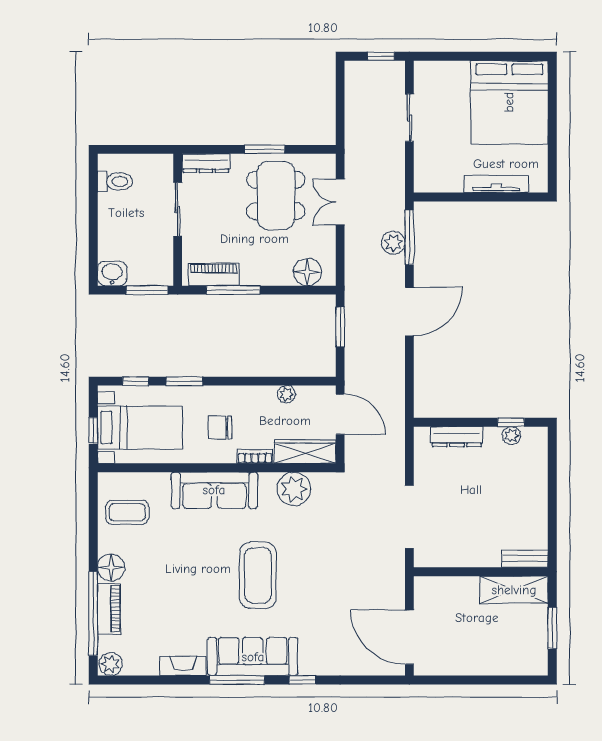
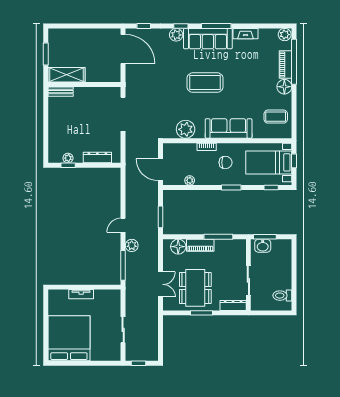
tv unit: (496, 184) -> (81, 294), width x0.71
plant: (393, 243) -> (132, 245), moved
washbasin: (112, 273) -> (263, 246), moved
piano: (214, 275) -> (200, 245), moved
door: (409, 311) -> (123, 225), width x0.53
window: (185, 381) -> (231, 188), moved
wardrobe: (305, 452) -> (180, 149), removed
coffee table: (258, 575) -> (205, 83), turned 90
plant: (311, 664) -> (176, 35), added
window: (371, 680) -> (144, 26), added

